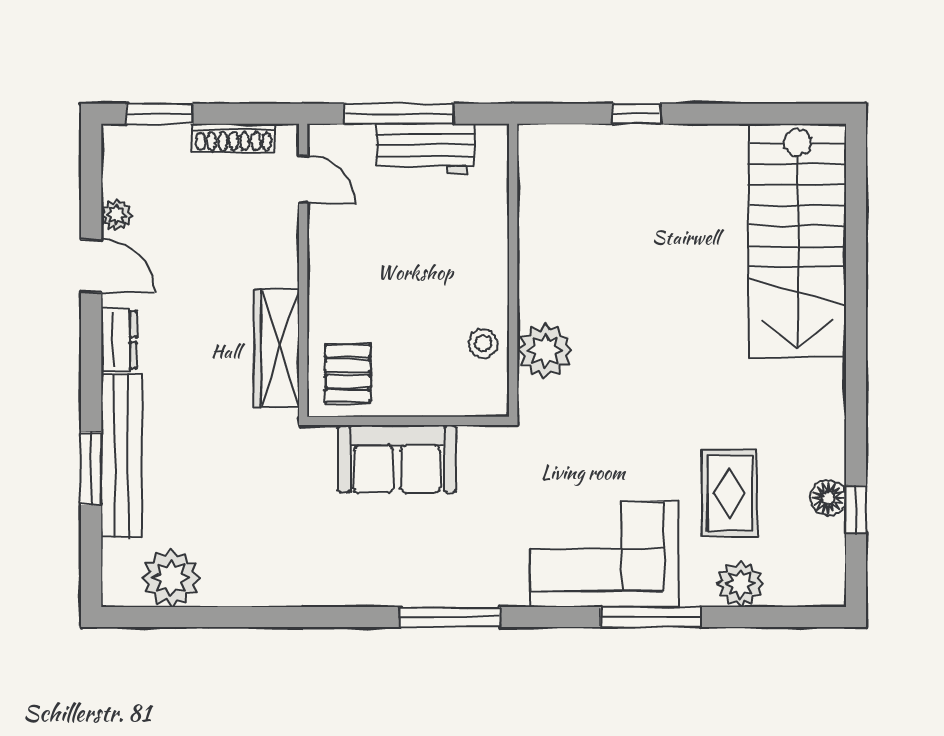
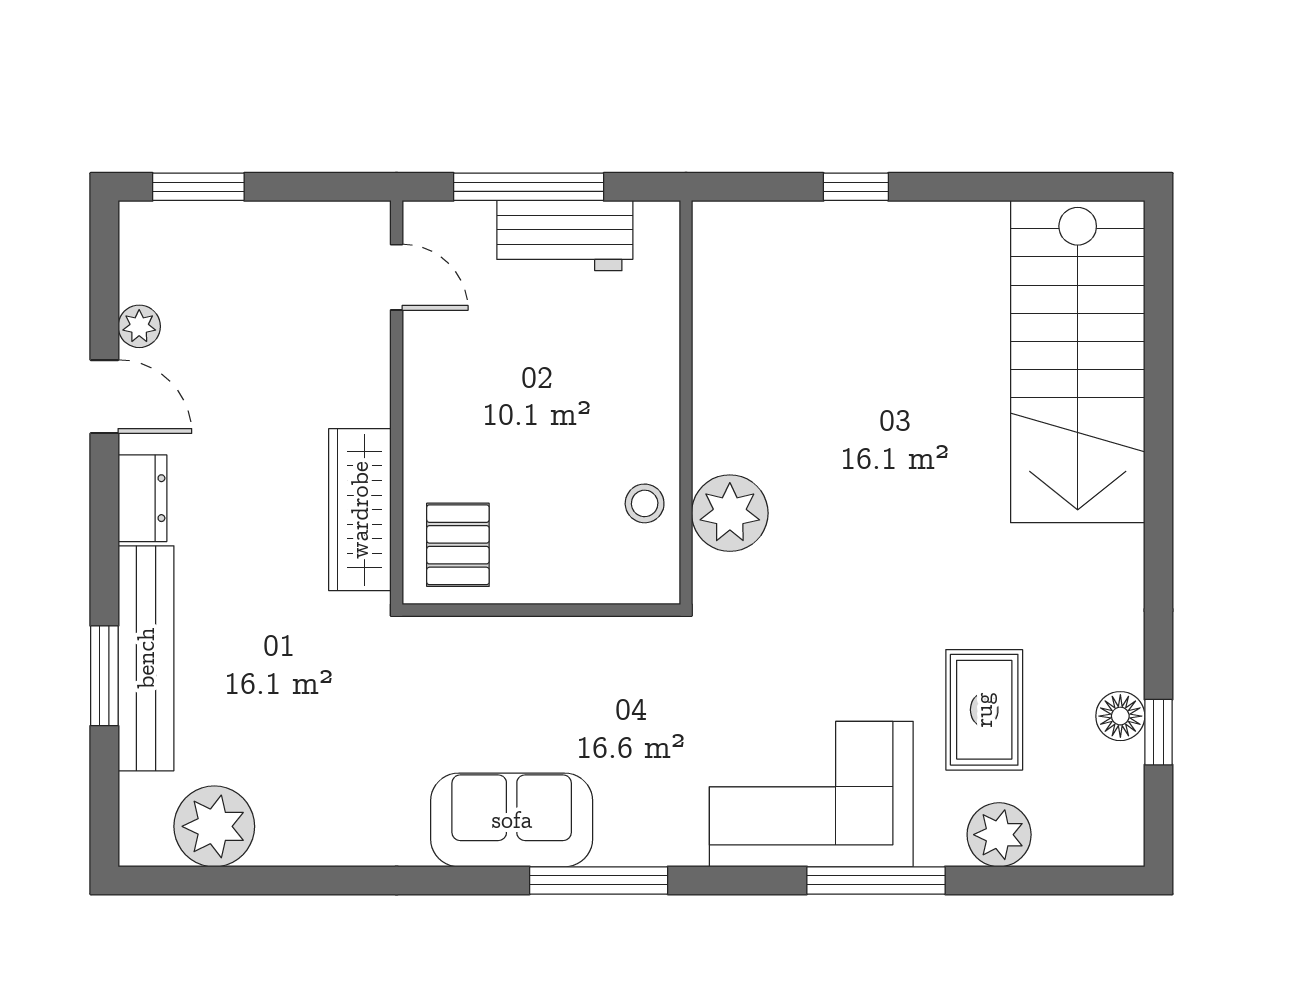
shoe rack: (234, 138) -> (301, 220), removed
sofa: (397, 459) -> (512, 820), moved, turned 180

